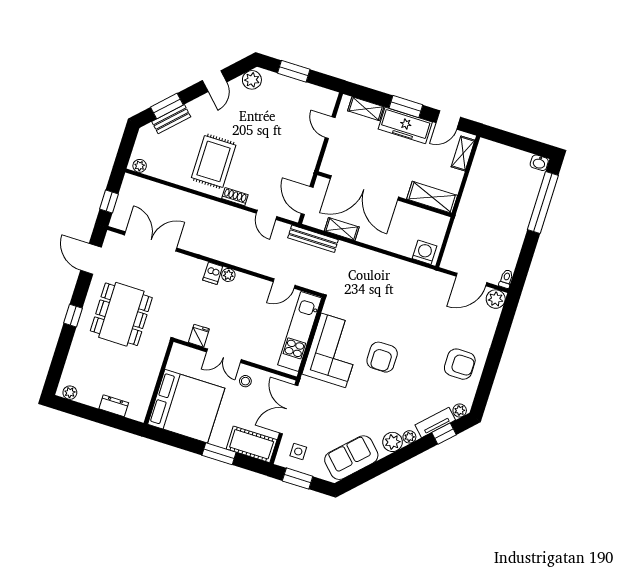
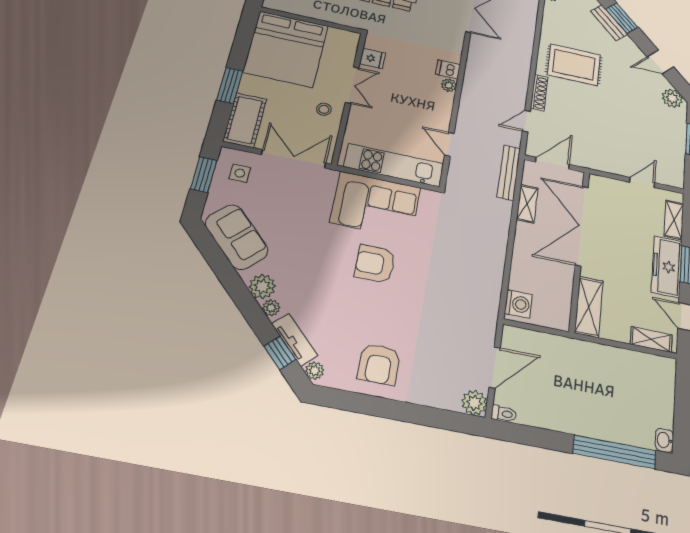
shoe rack: (235, 197) -> (539, 93), width x1.43
door: (471, 279) -> (495, 367), swing flipped
double door: (224, 356) -> (352, 85), swing flipped

